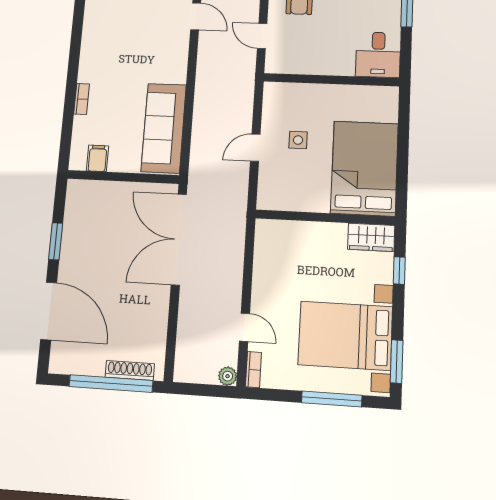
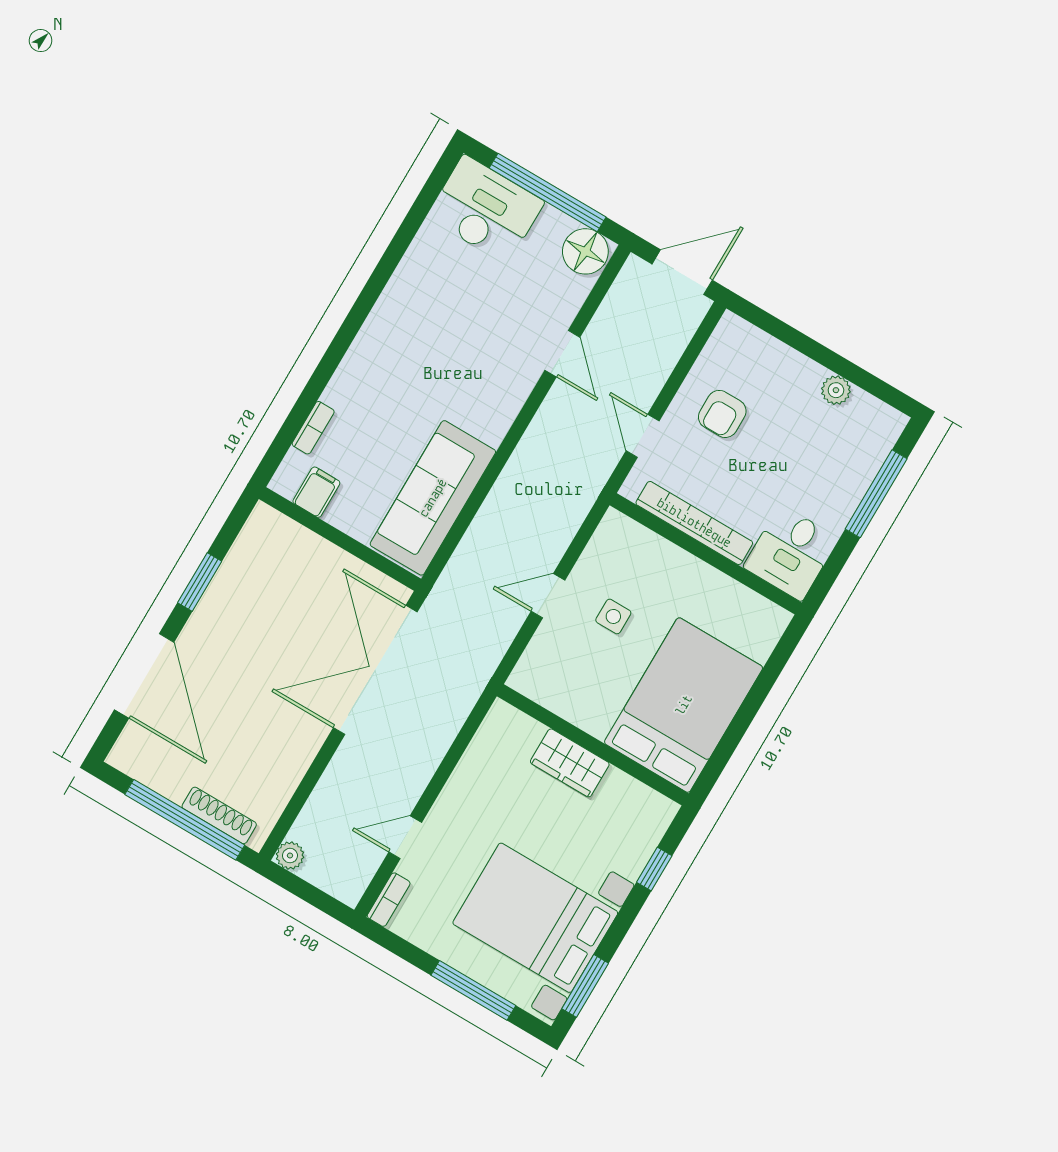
bookcase: (316, 67) -> (694, 523), added
bookcase: (82, 99) -> (313, 428), moved
wardrobe: (371, 237) -> (570, 763), moved
door: (244, 327) -> (405, 837), swing flipped
plant: (228, 376) -> (290, 856), moved

